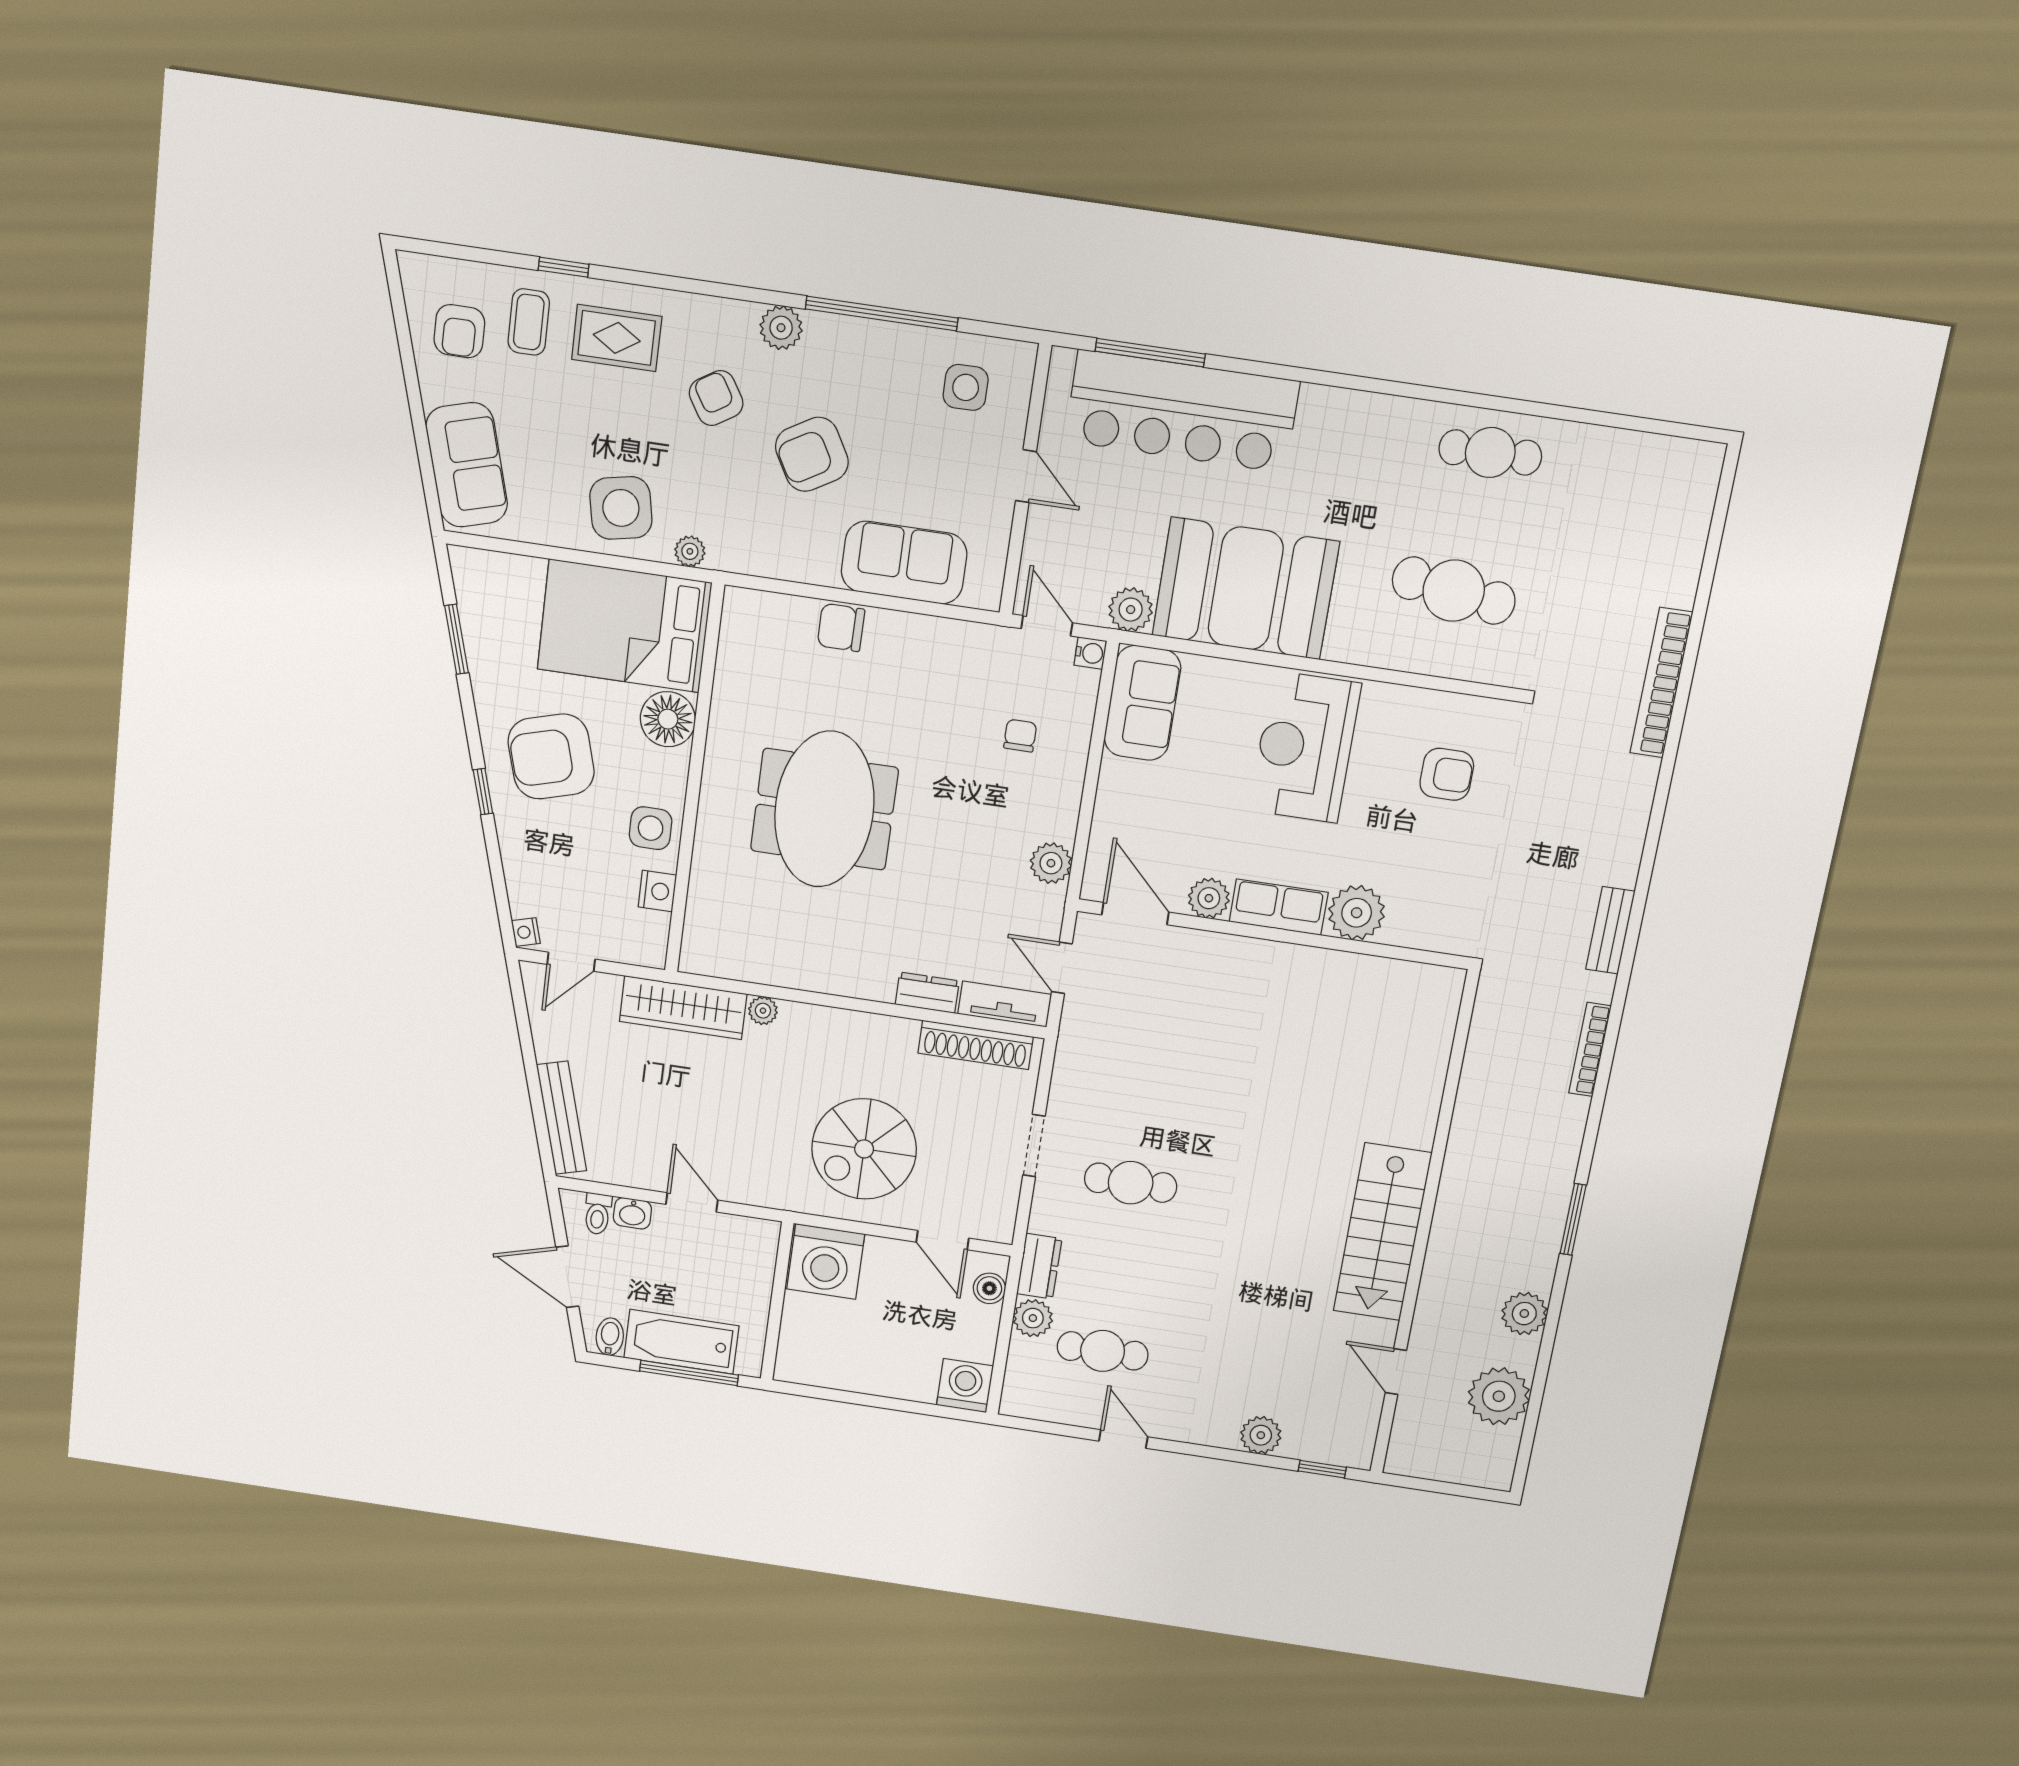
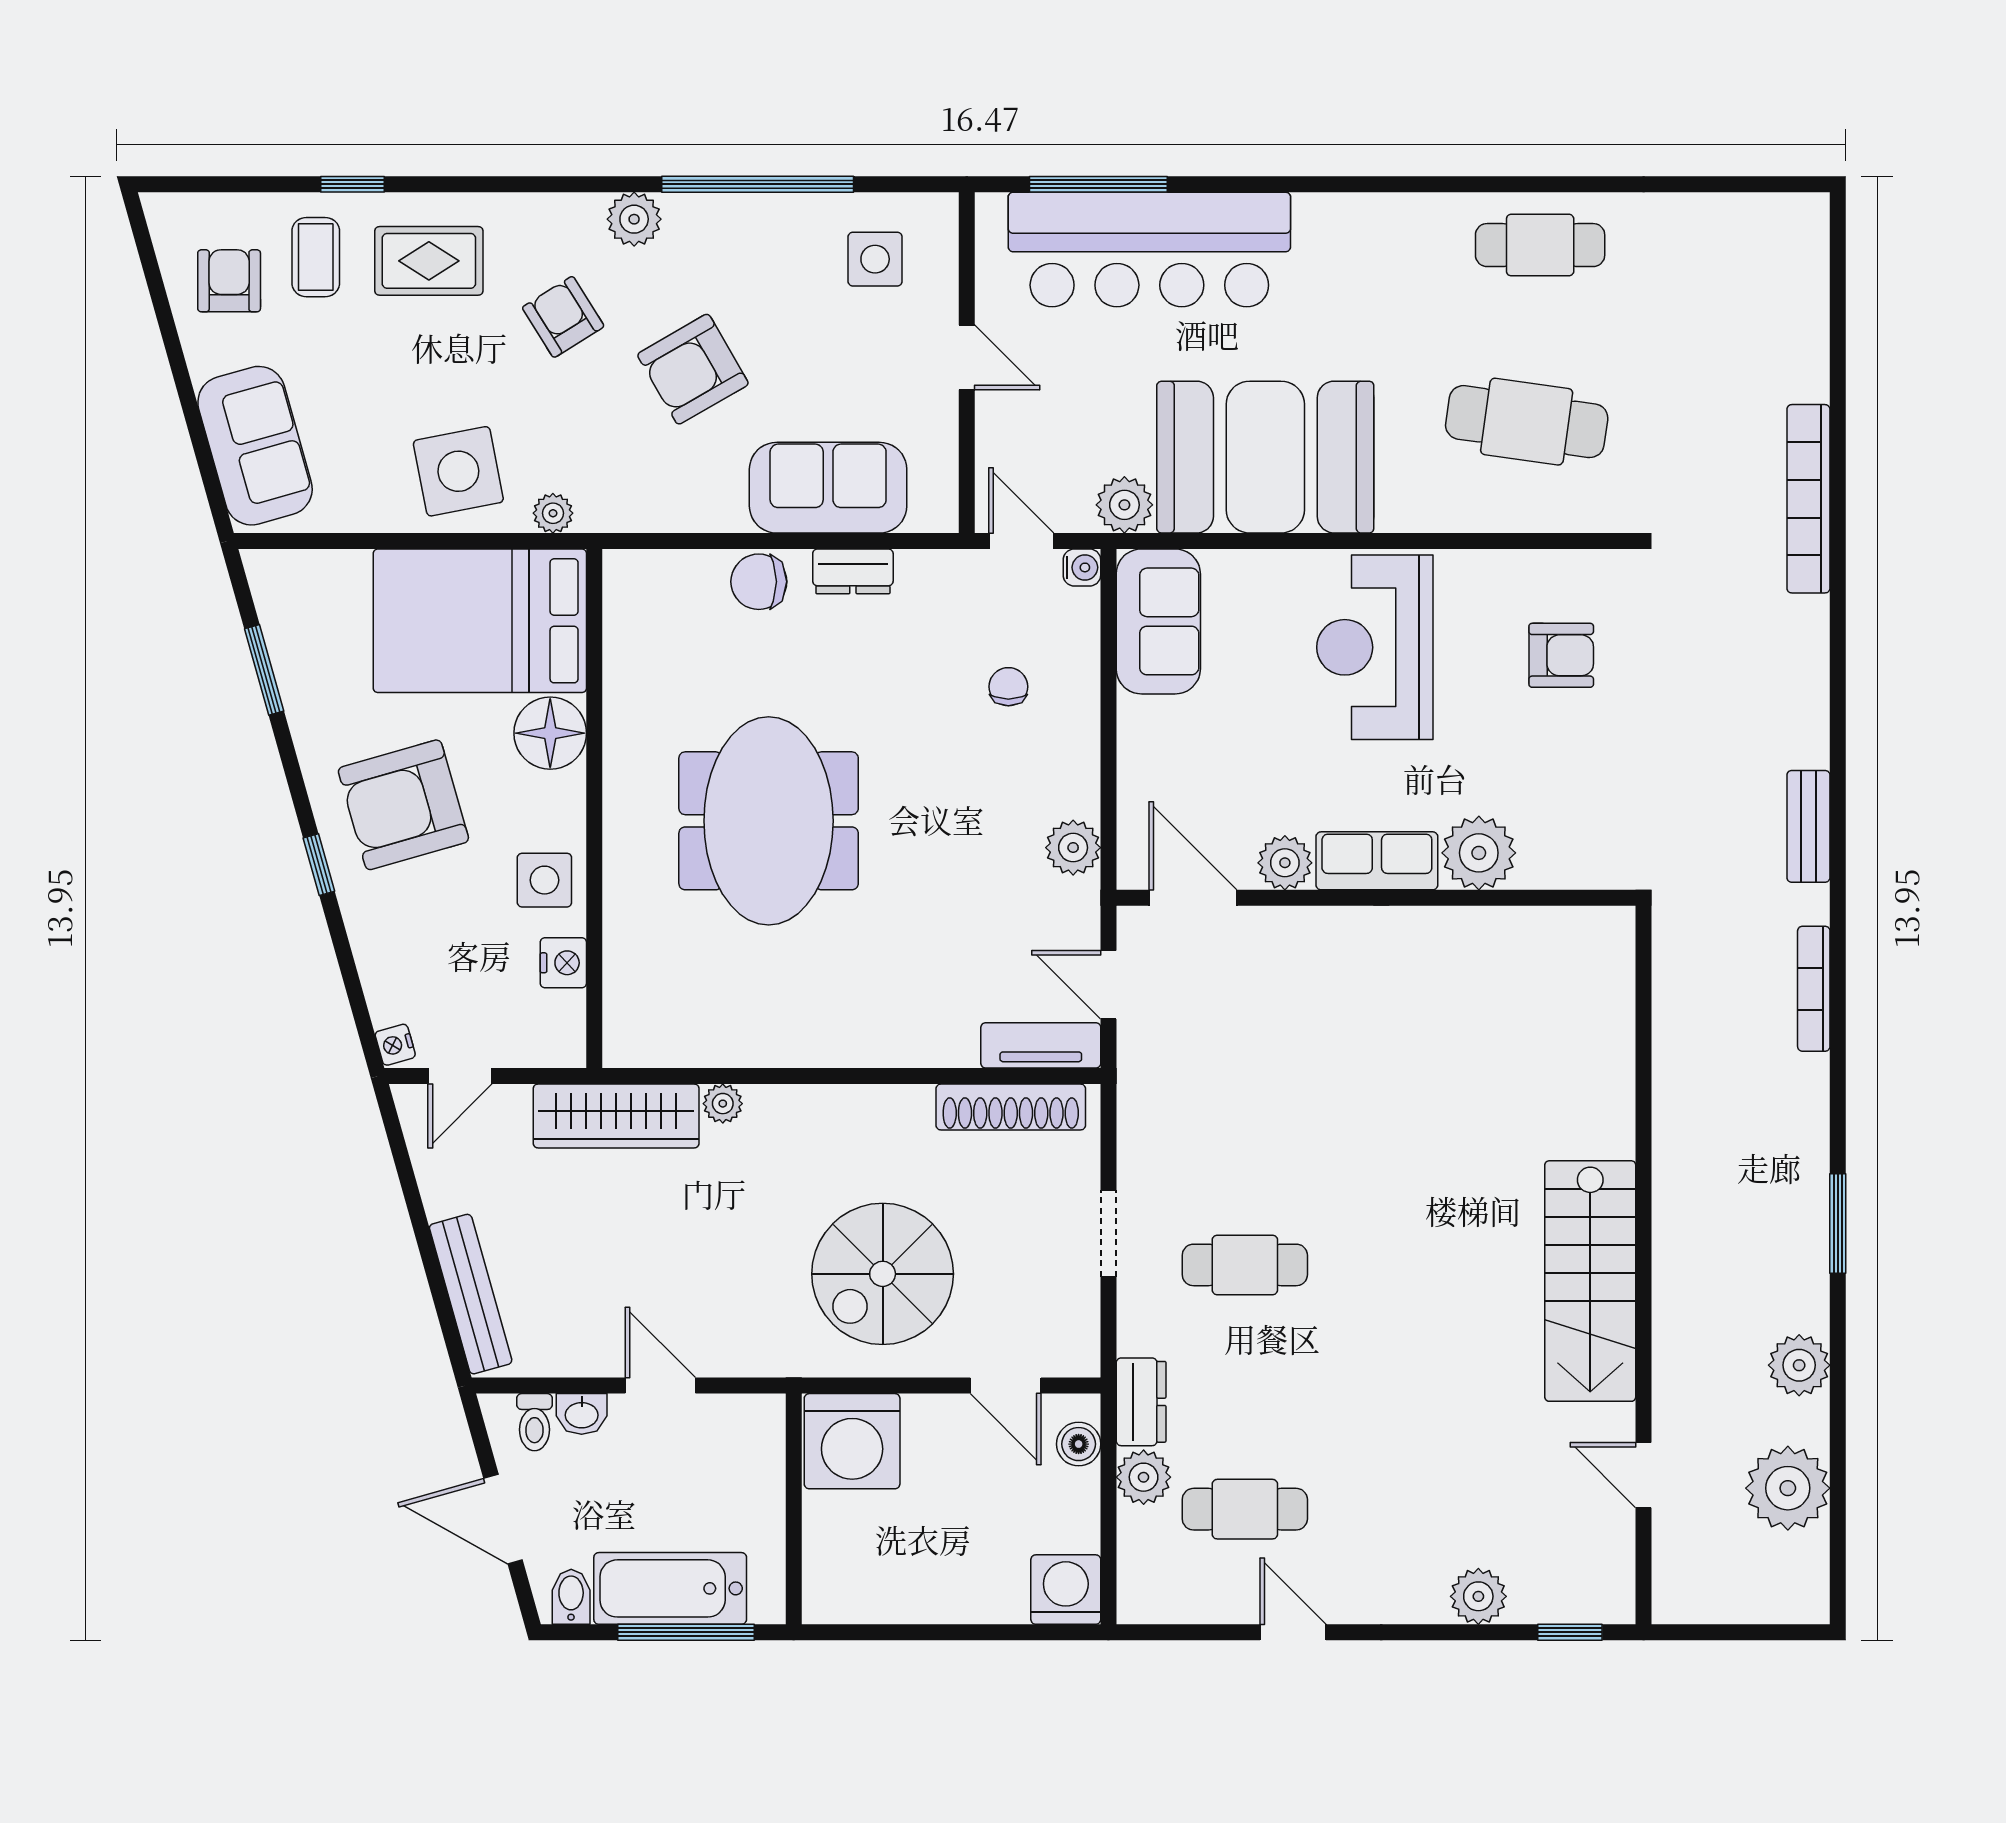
armchair: (459, 331) -> (229, 281), turned 180
dresser: (927, 993) -> (853, 571), moved, turned 180

